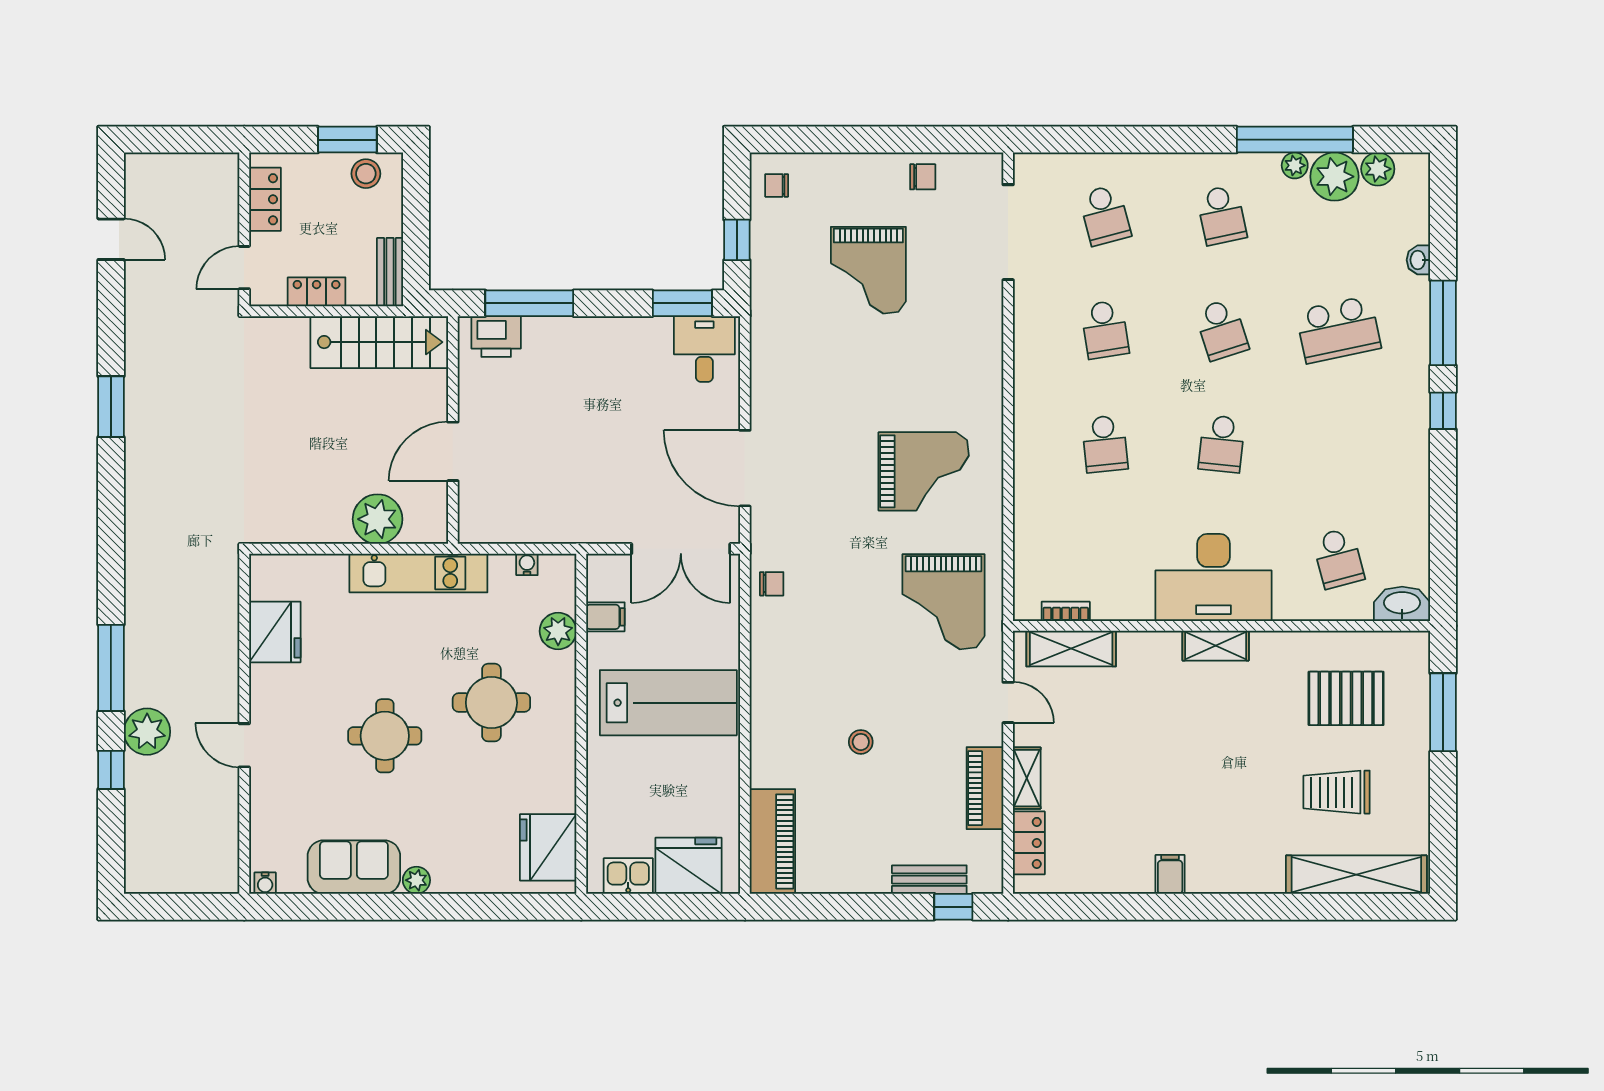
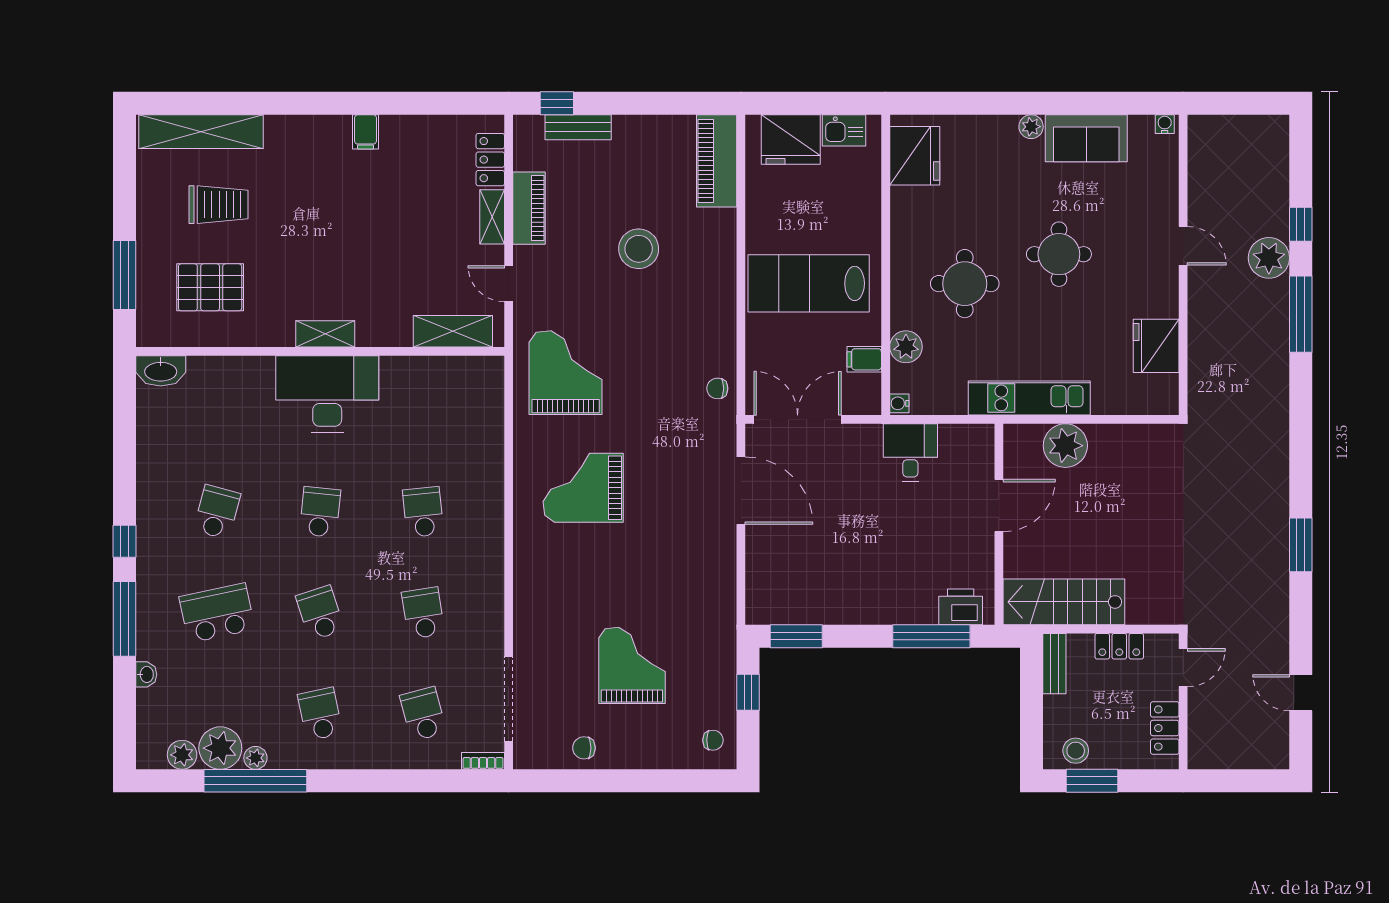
desk: (704, 349) -> (910, 453), moved, turned 180
school desk: (1338, 558) -> (217, 512), moved, turned 30
water cooler: (527, 564) -> (899, 403), moved, turned 90
bookcase: (1066, 611) -> (483, 761), moved, turned 180
stool: (861, 742) -> (639, 249), width x1.89, depth x1.89

